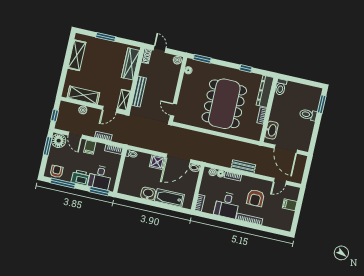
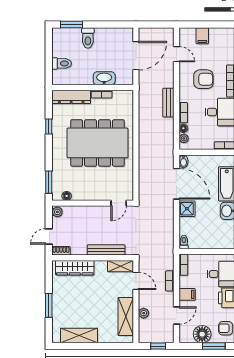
toilet: (281, 87) -> (62, 63), moved
washbasin: (272, 130) -> (104, 78), moved
floor lamp: (59, 141) -> (202, 334), moved
window: (48, 146) -> (214, 346), moved

